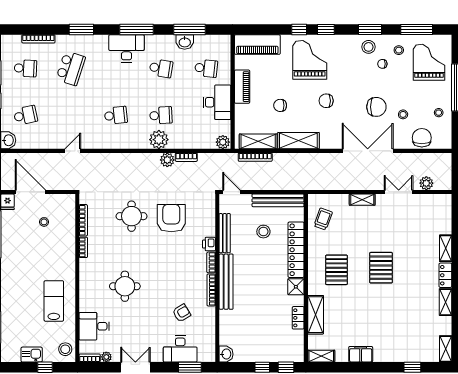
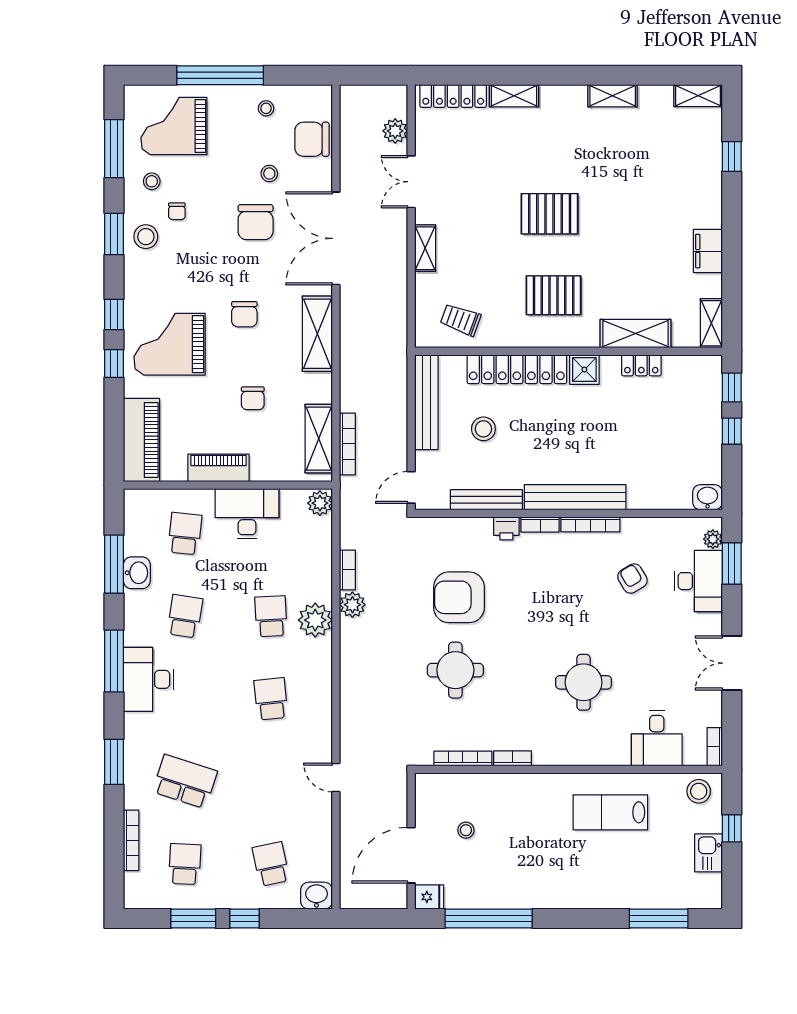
chair: (376, 107) -> (256, 222), turned 180
shelving: (298, 141) -> (317, 334), moved
locker: (445, 275) -> (453, 96), moved, width x1.53
plant: (106, 357) -> (713, 539), moved

